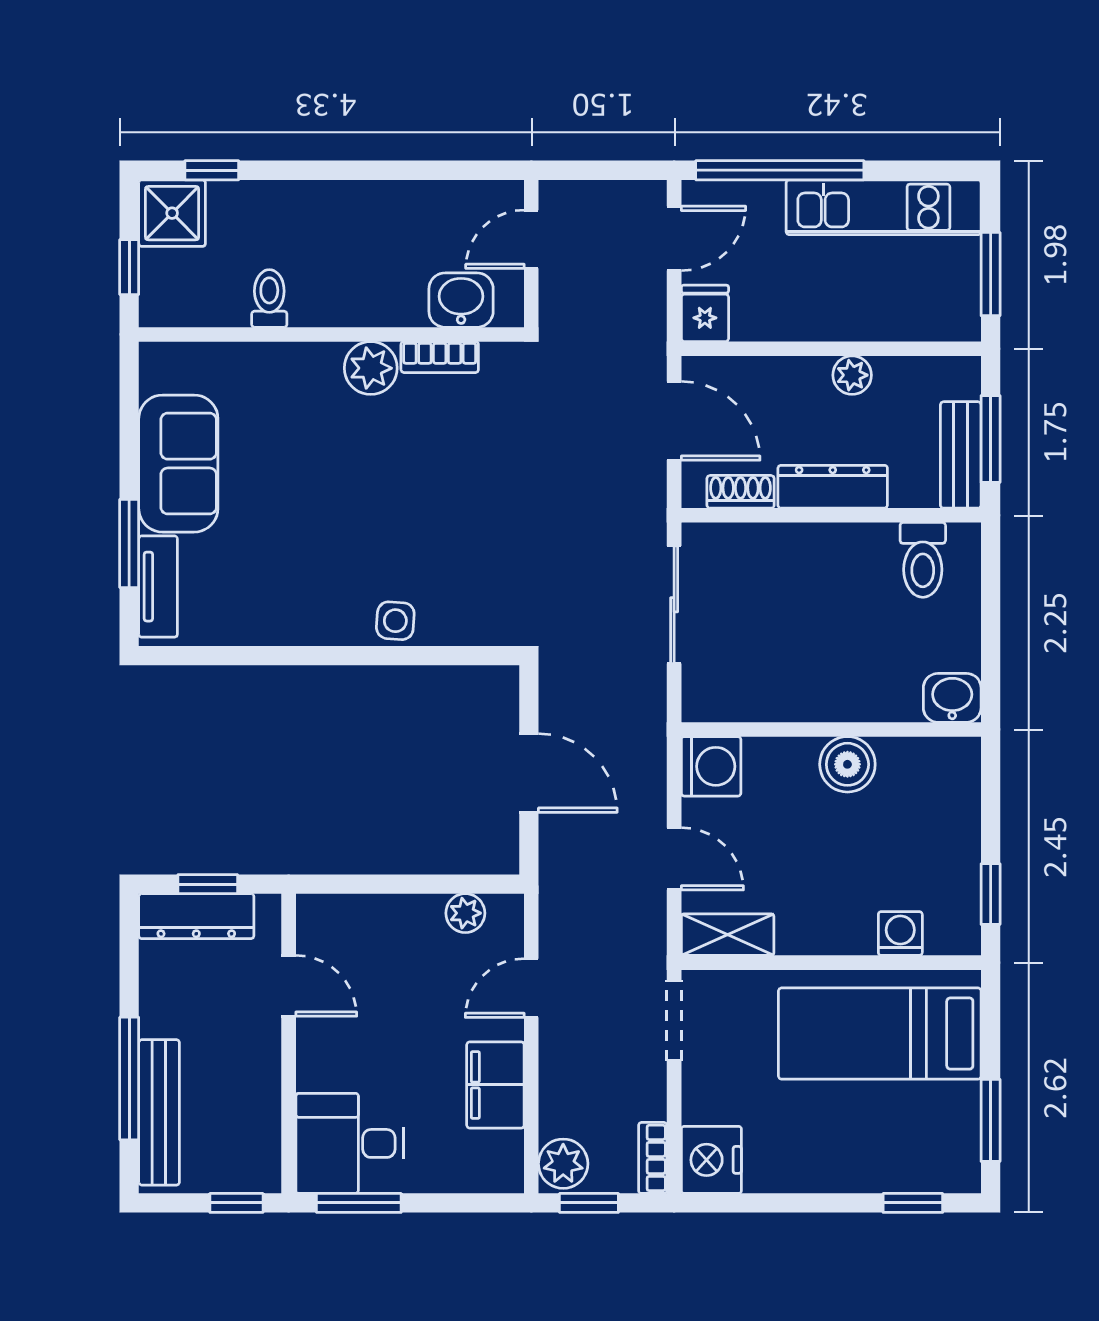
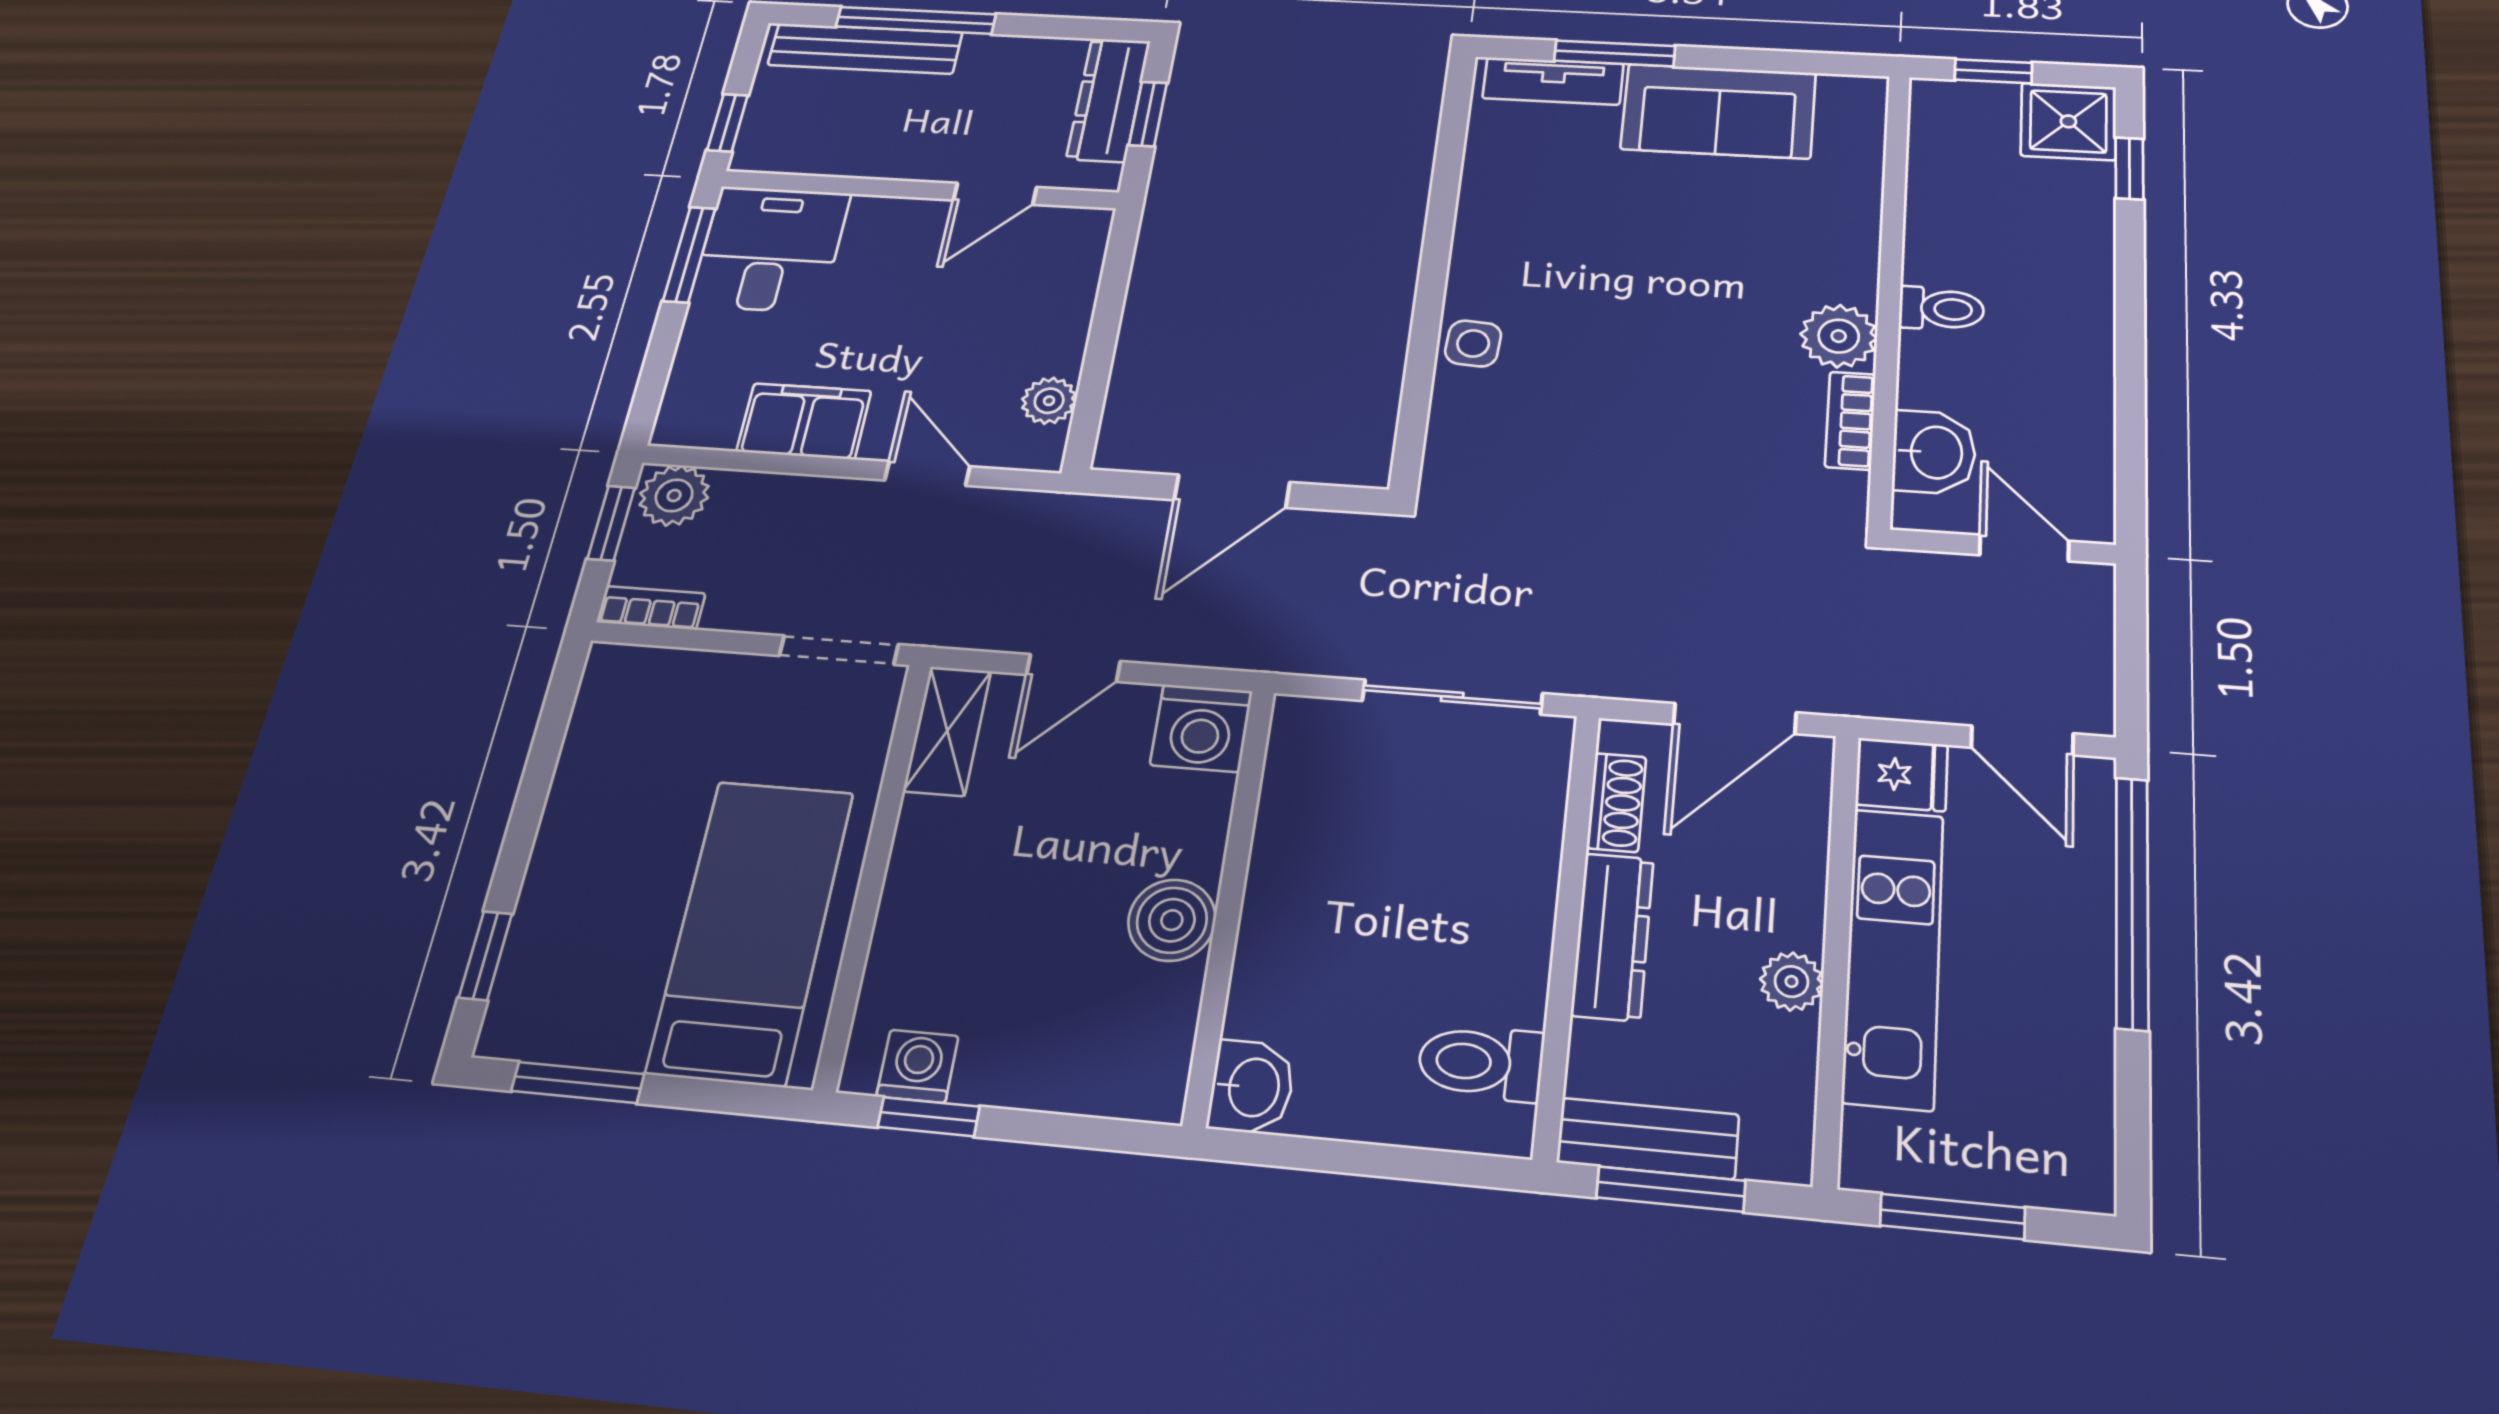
kitchen unit: (884, 207) -> (1893, 957), moved, turned 180
toilet: (269, 298) -> (1941, 309), moved
washing machine: (900, 934) -> (918, 1066), moved, turned -90
nightstand: (711, 1160) -> (627, 683), removed

